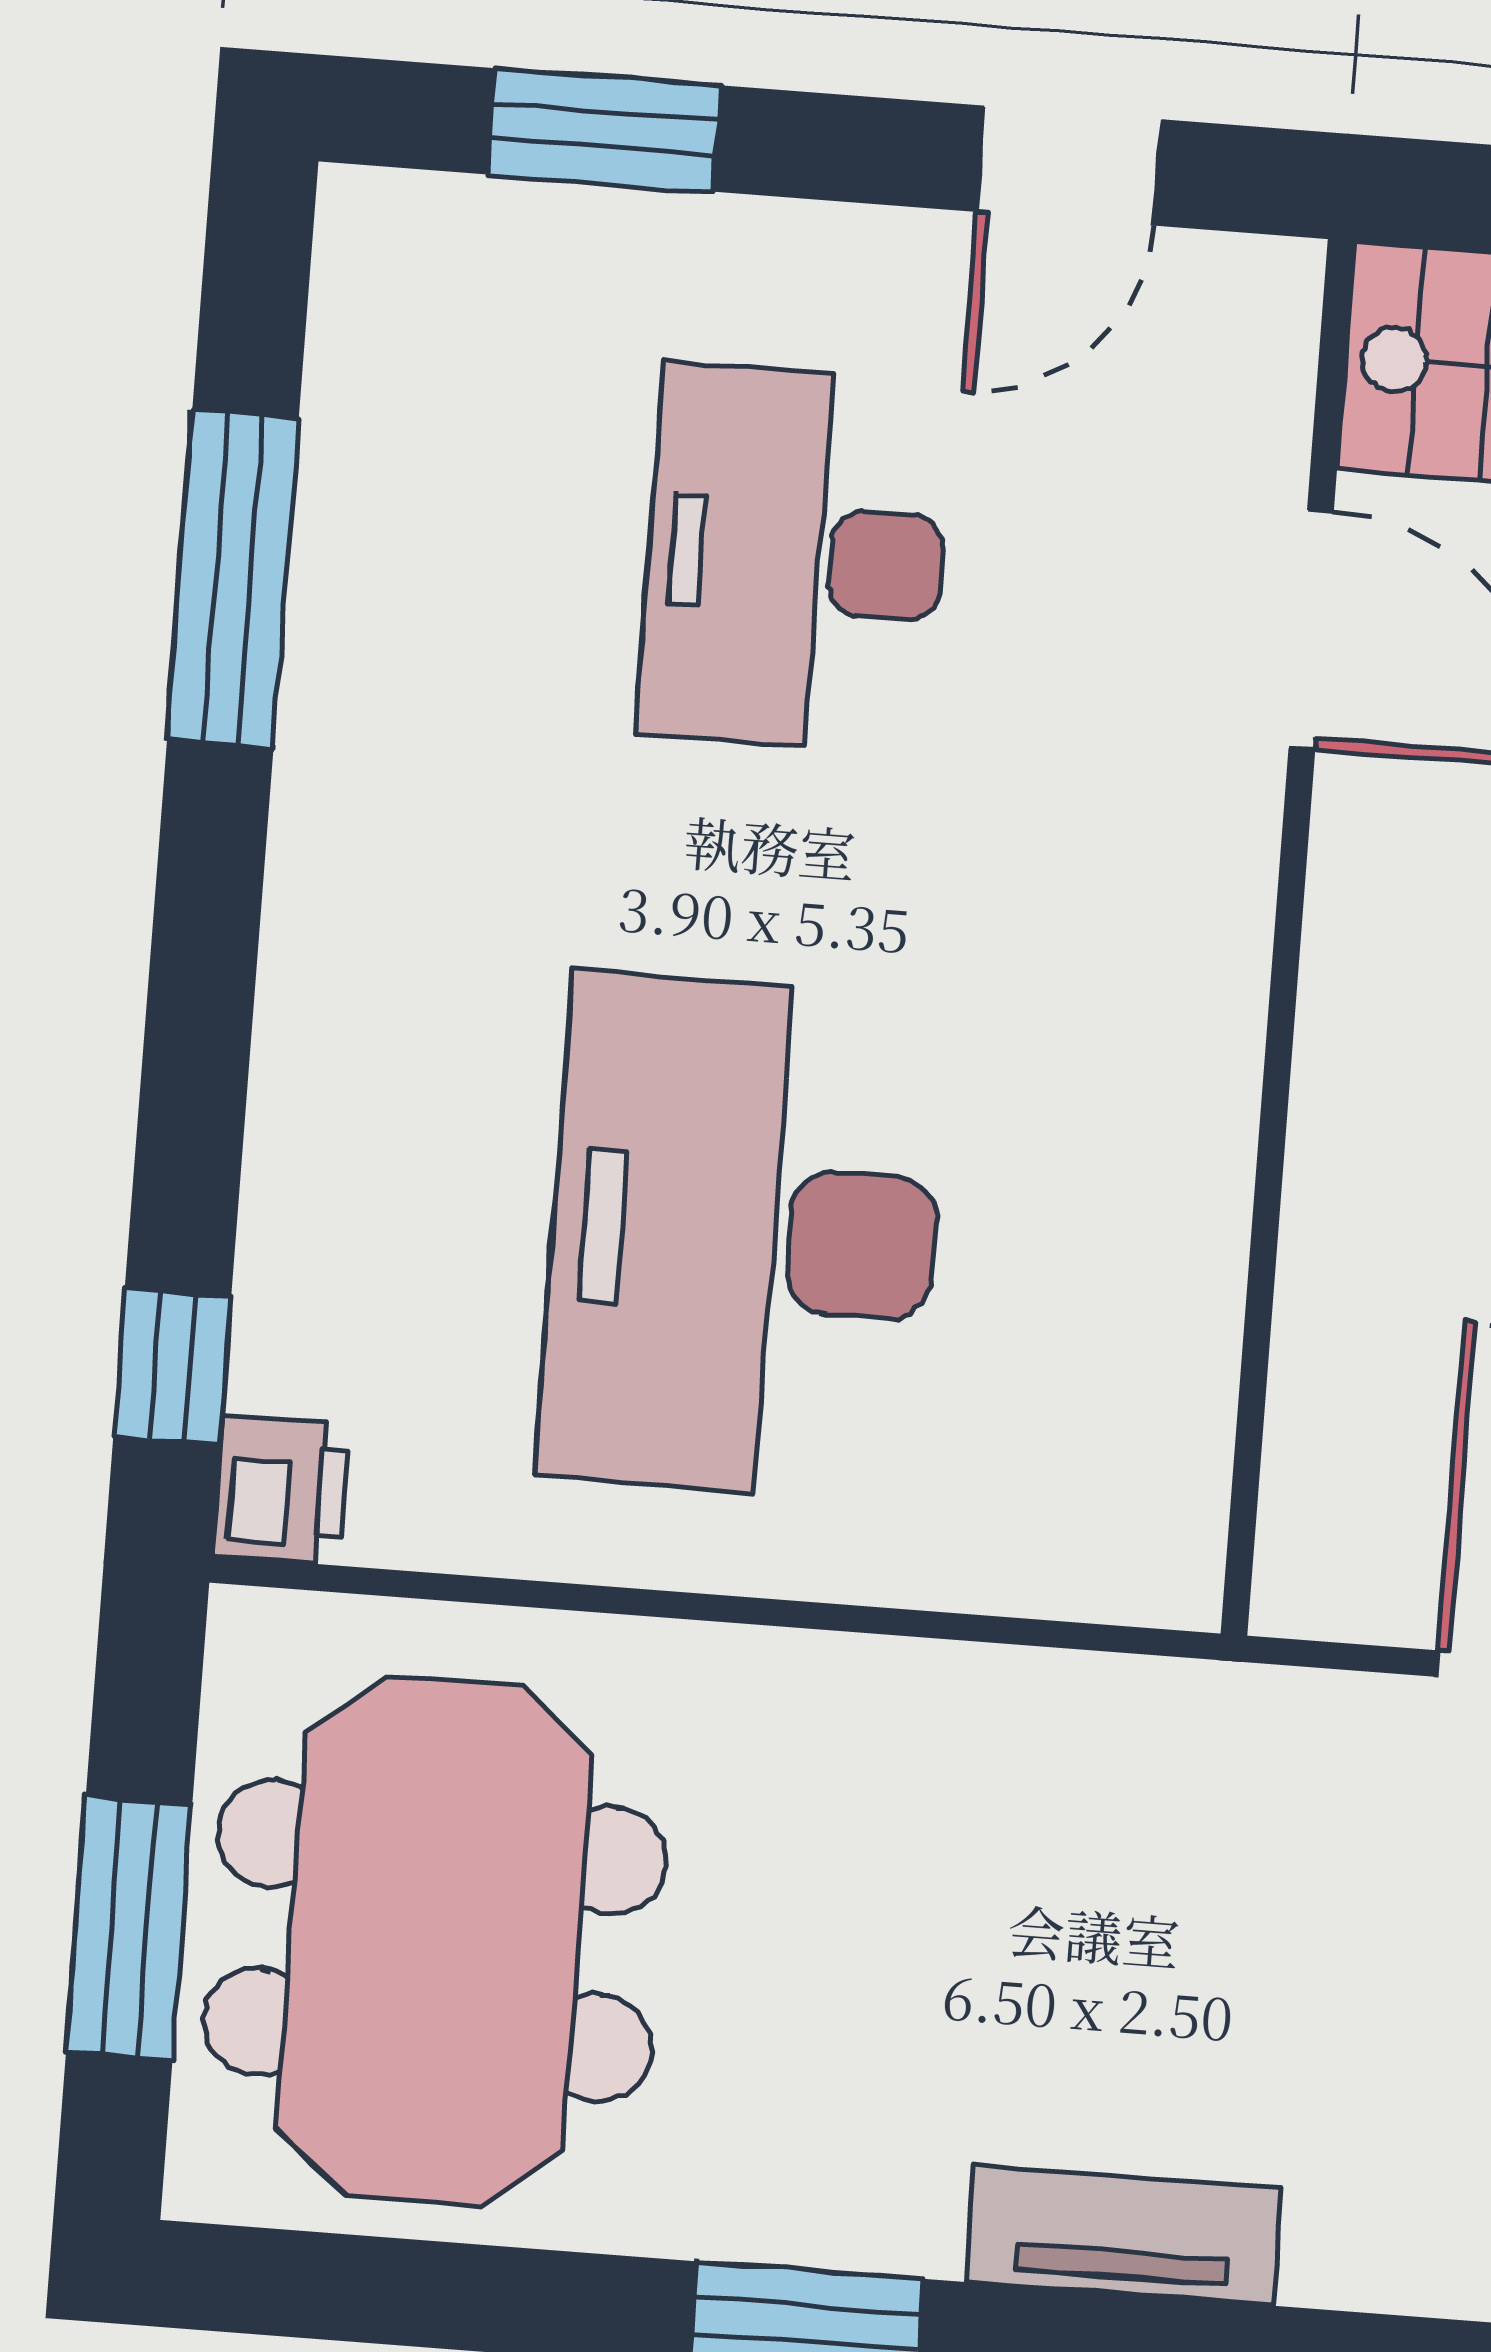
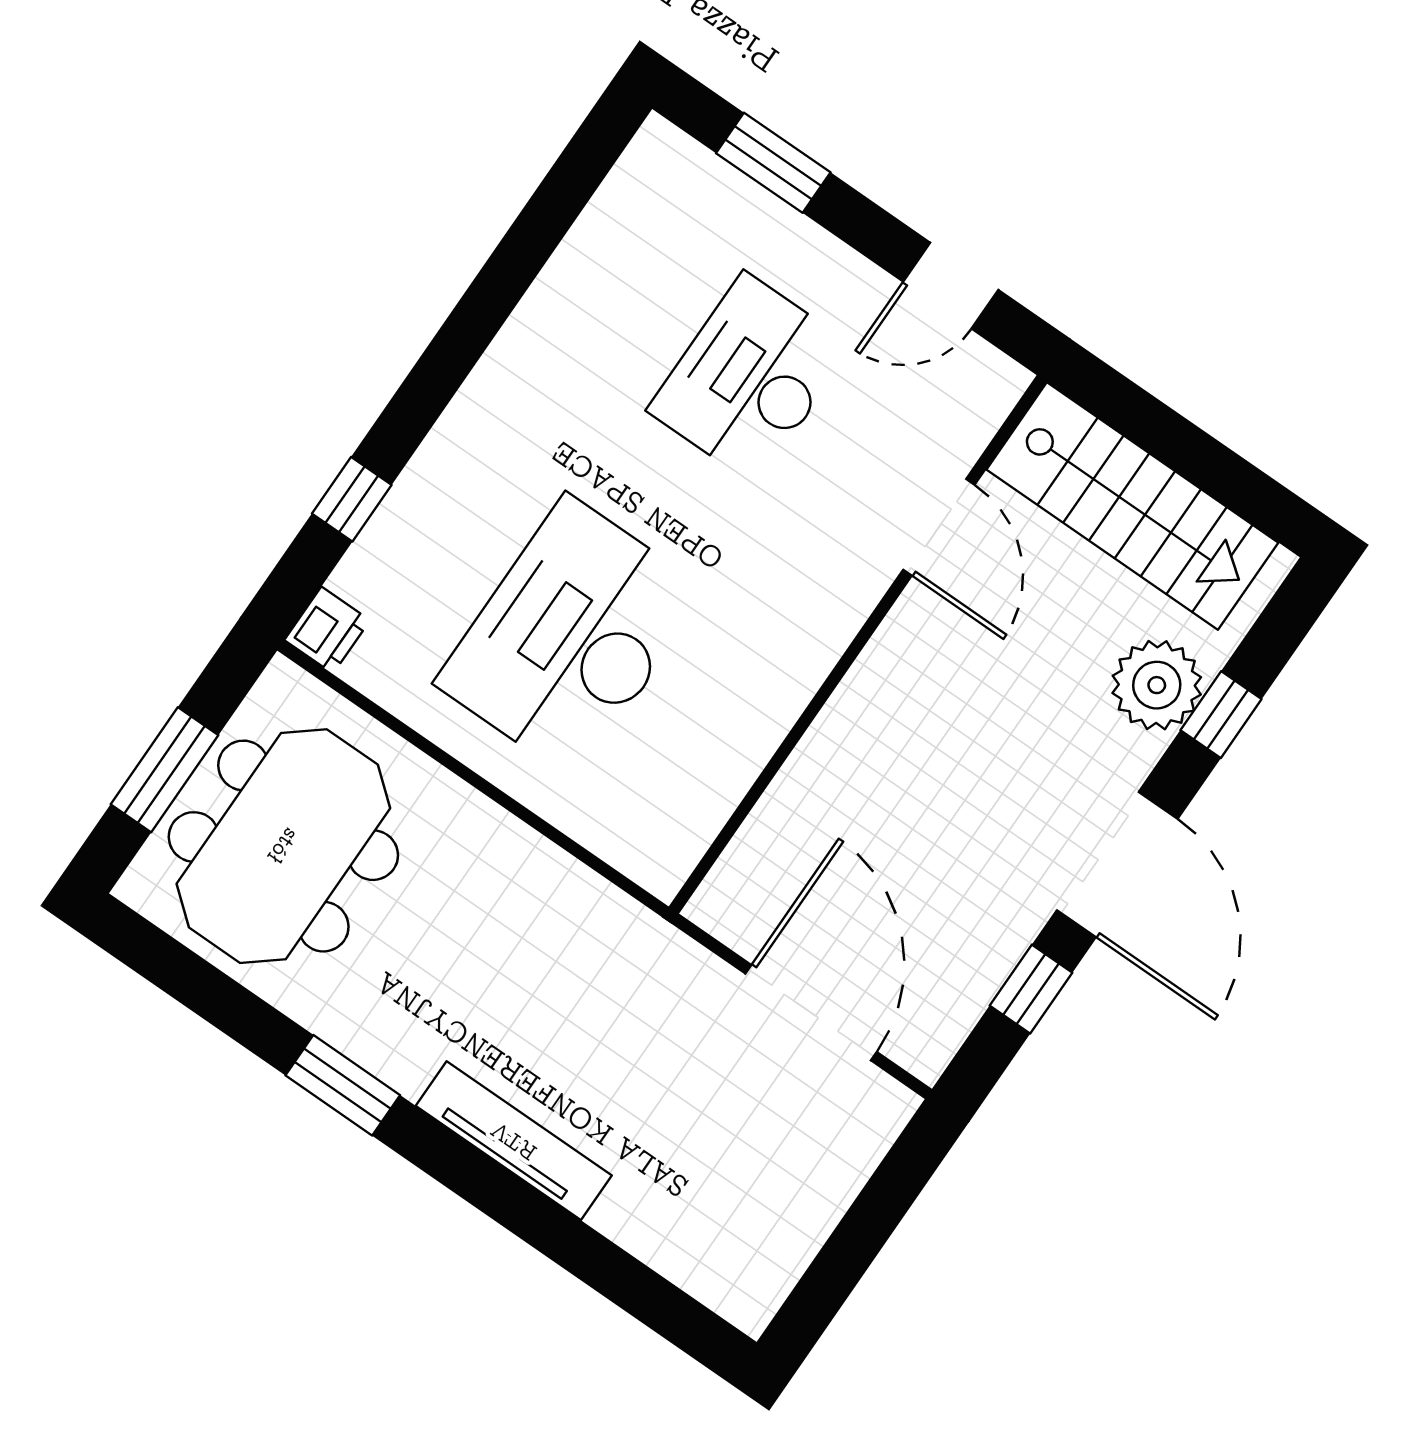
window: (233, 579) -> (521, 256), removed
window: (172, 1366) -> (352, 499), moved
tv unit: (1123, 2235) -> (514, 1141), width x1.41

